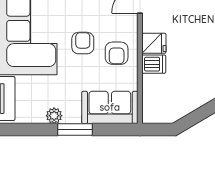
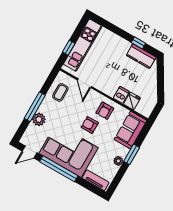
fridge: (154, 43) -> (132, 101), moved
armchair: (117, 53) -> (105, 111), turned 90

